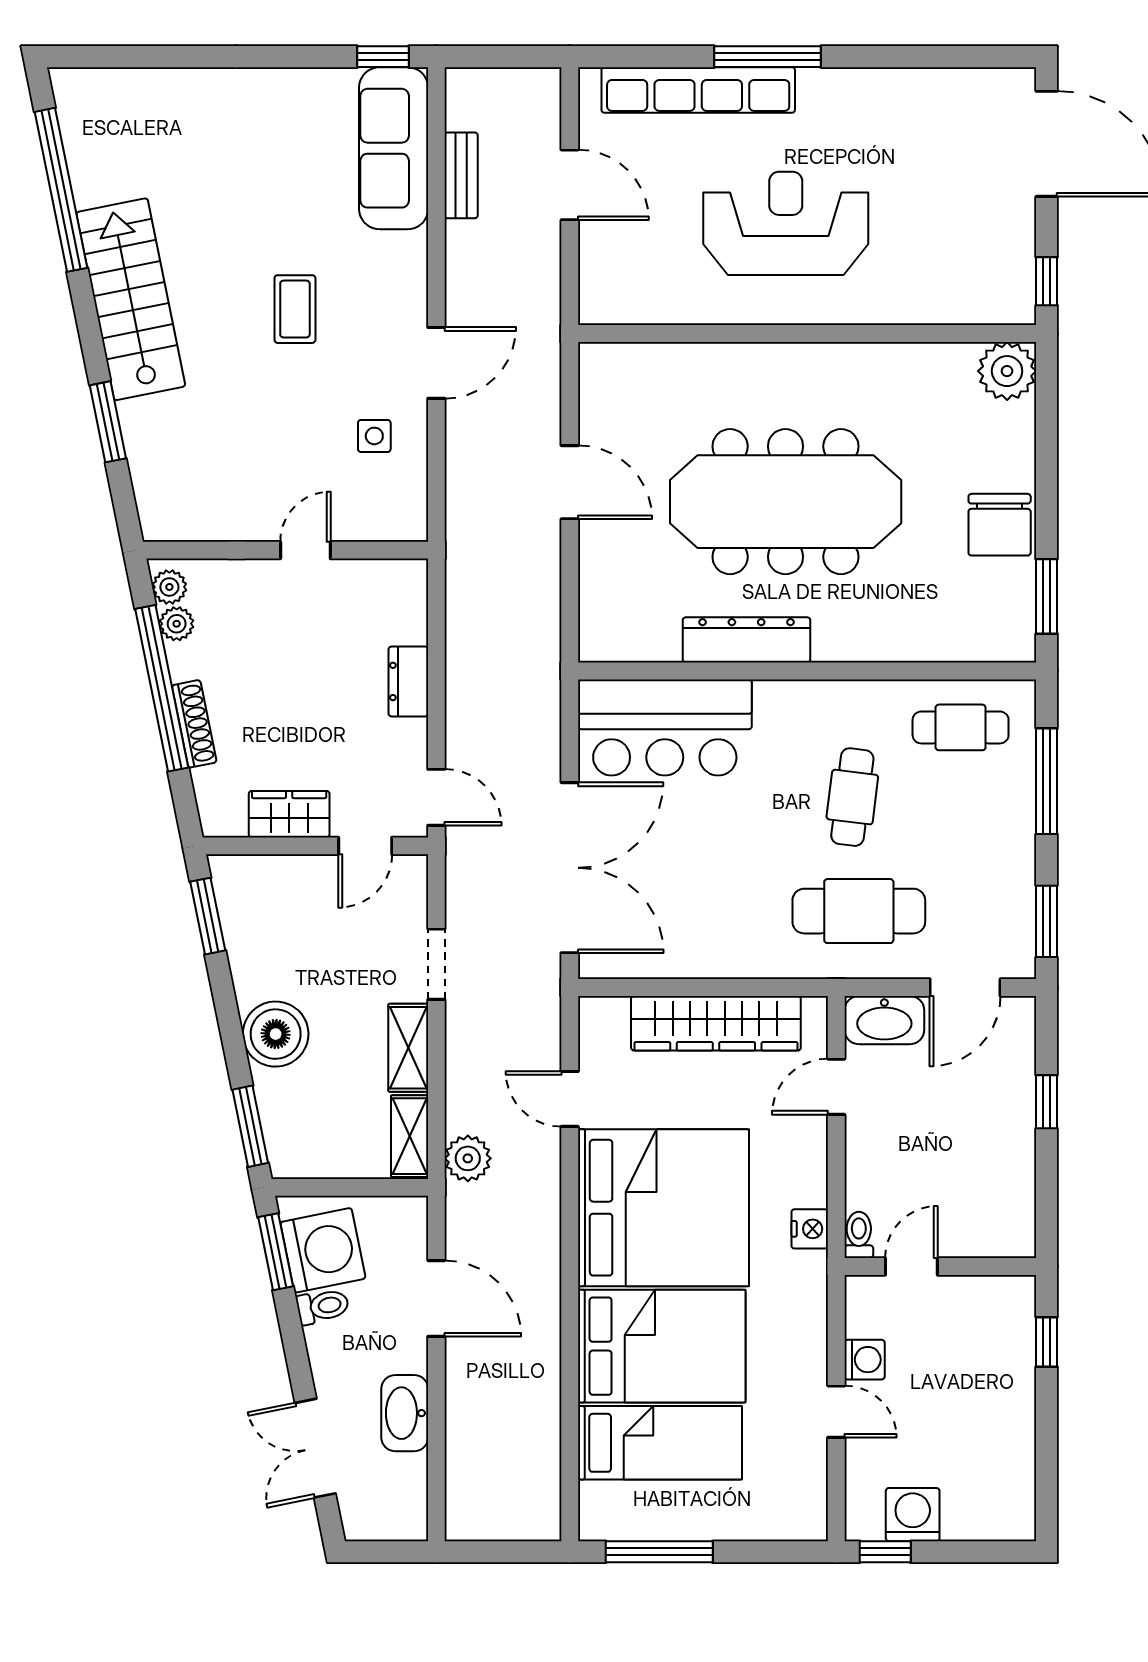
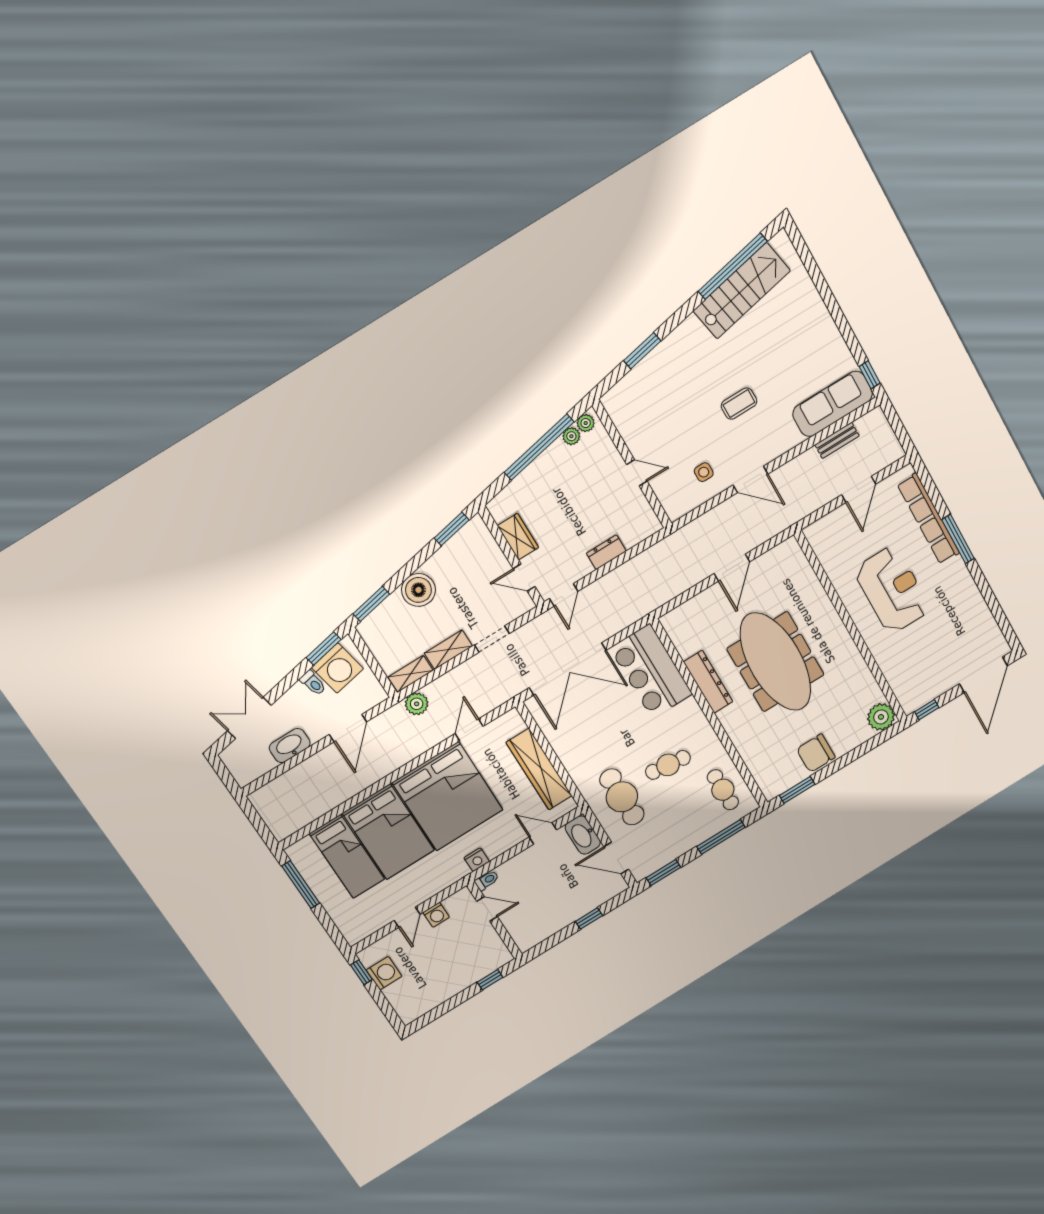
stairs: (131, 299) -> (742, 291), moved
shoe rack: (194, 724) -> (532, 471), removed

